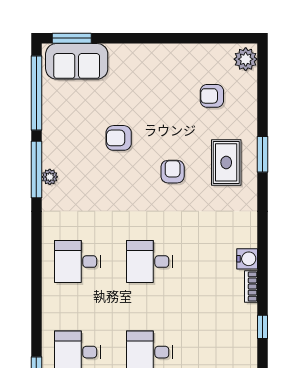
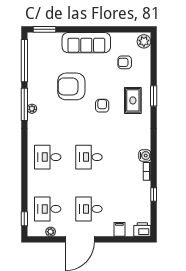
sofa: (77, 61) -> (86, 43), moved, width x1.36
armchair: (119, 138) -> (71, 86), width x1.88, depth x1.88

